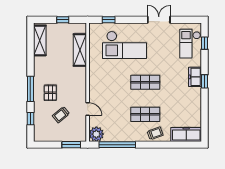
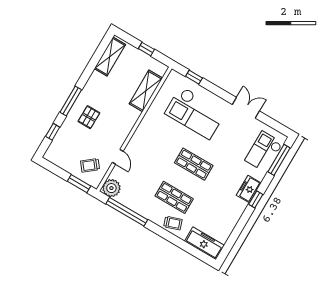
window: (204, 43) -> (279, 160), width x2.17
trolley: (61, 115) -> (90, 165), moved

